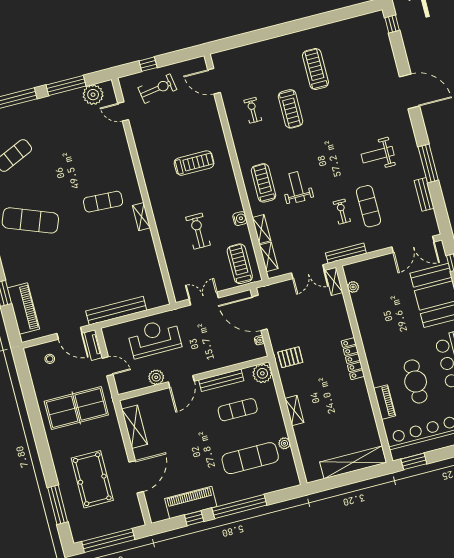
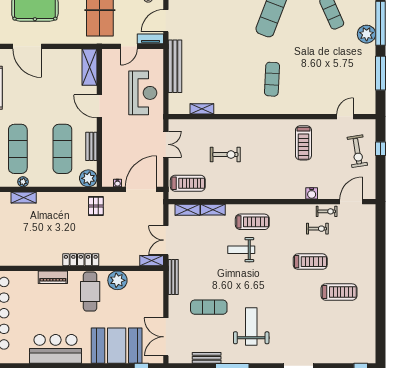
plant: (93, 95) -> (367, 34), moved
treadmill: (290, 109) -> (310, 262), turned 180
weight bench: (378, 155) -> (251, 326), width x1.36, depth x1.33
treadmill: (194, 163) -> (303, 143), moved
weight bench: (297, 187) -> (241, 250), turned 180
exercise bike: (342, 212) -> (327, 211), moved
shelving: (141, 217) -> (202, 109), moved
water cooler: (240, 219) -> (312, 193), moved
plant: (353, 287) -> (117, 280), moved, width x1.88, depth x1.88
plant: (156, 377) -> (109, 86), removed
bench: (221, 380) -> (91, 146), width x0.73
cafe table: (416, 382) -> (90, 292), moved, turned 90
piano: (384, 402) -> (53, 277), moved
exercise mat: (238, 410) -> (62, 149), width x1.36, depth x1.45
shelving: (294, 410) -> (24, 198), moved
shelving: (135, 427) -> (90, 67), moved, turned 90

